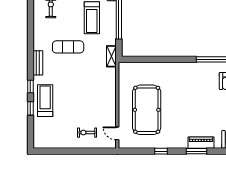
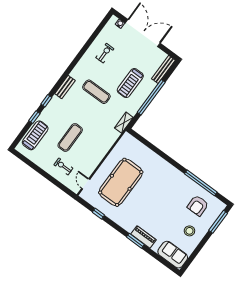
treadmill: (45, 101) -> (35, 135), moved
exercise mat: (74, 103) -> (70, 138), added
window: (161, 151) -> (98, 214), moved

